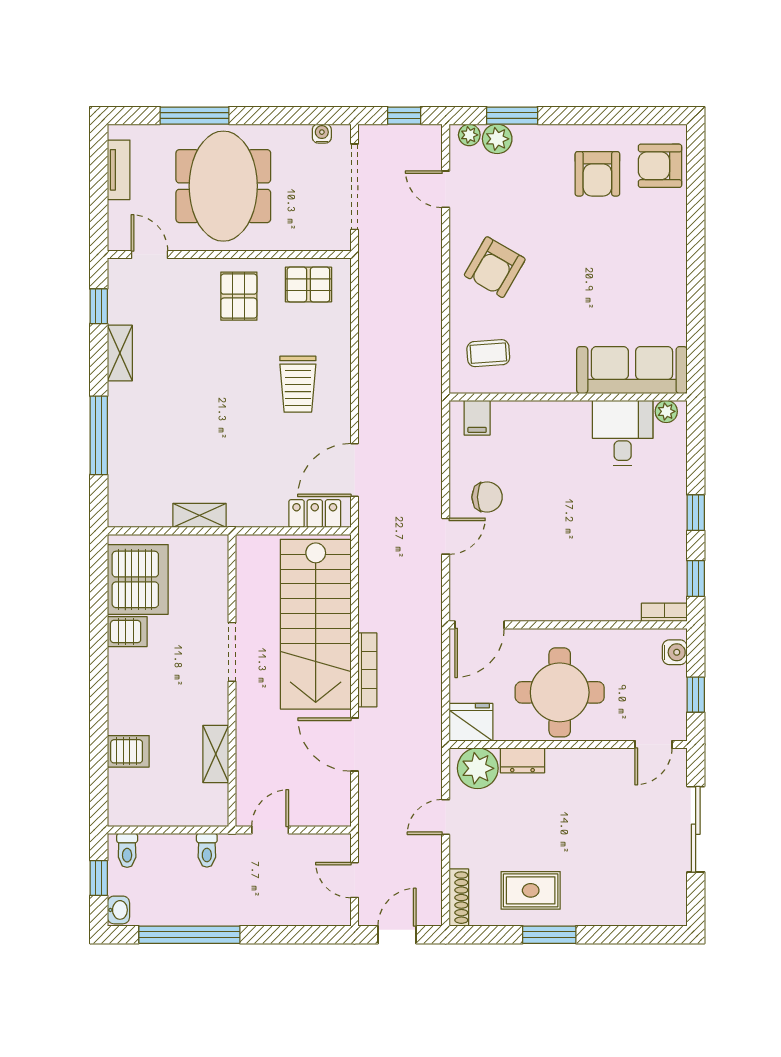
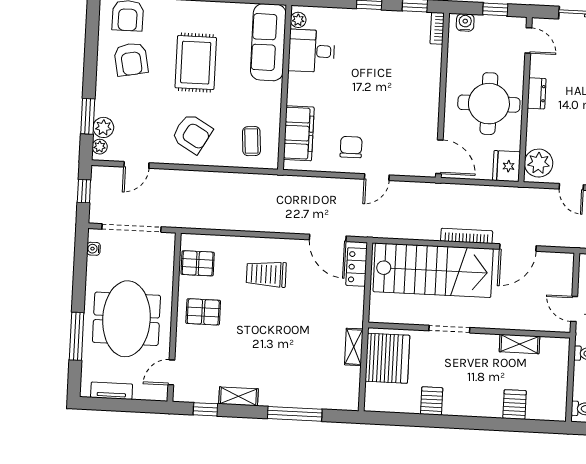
armchair: (597, 174) -> (131, 59), turned 79
meeting table: (223, 186) -> (126, 319), turned 90
rug: (597, 267) -> (196, 63), added
pallet: (308, 285) -> (198, 263), turned 90
trolley: (298, 384) -> (266, 274), turned 180
filing cabinet: (477, 418) -> (299, 133), width x3.00, depth x1.17
door: (446, 536) -> (377, 177), swing flipped
server rack: (138, 579) -> (387, 358), moved, turned 90
dresser: (522, 760) -> (537, 93), moved

